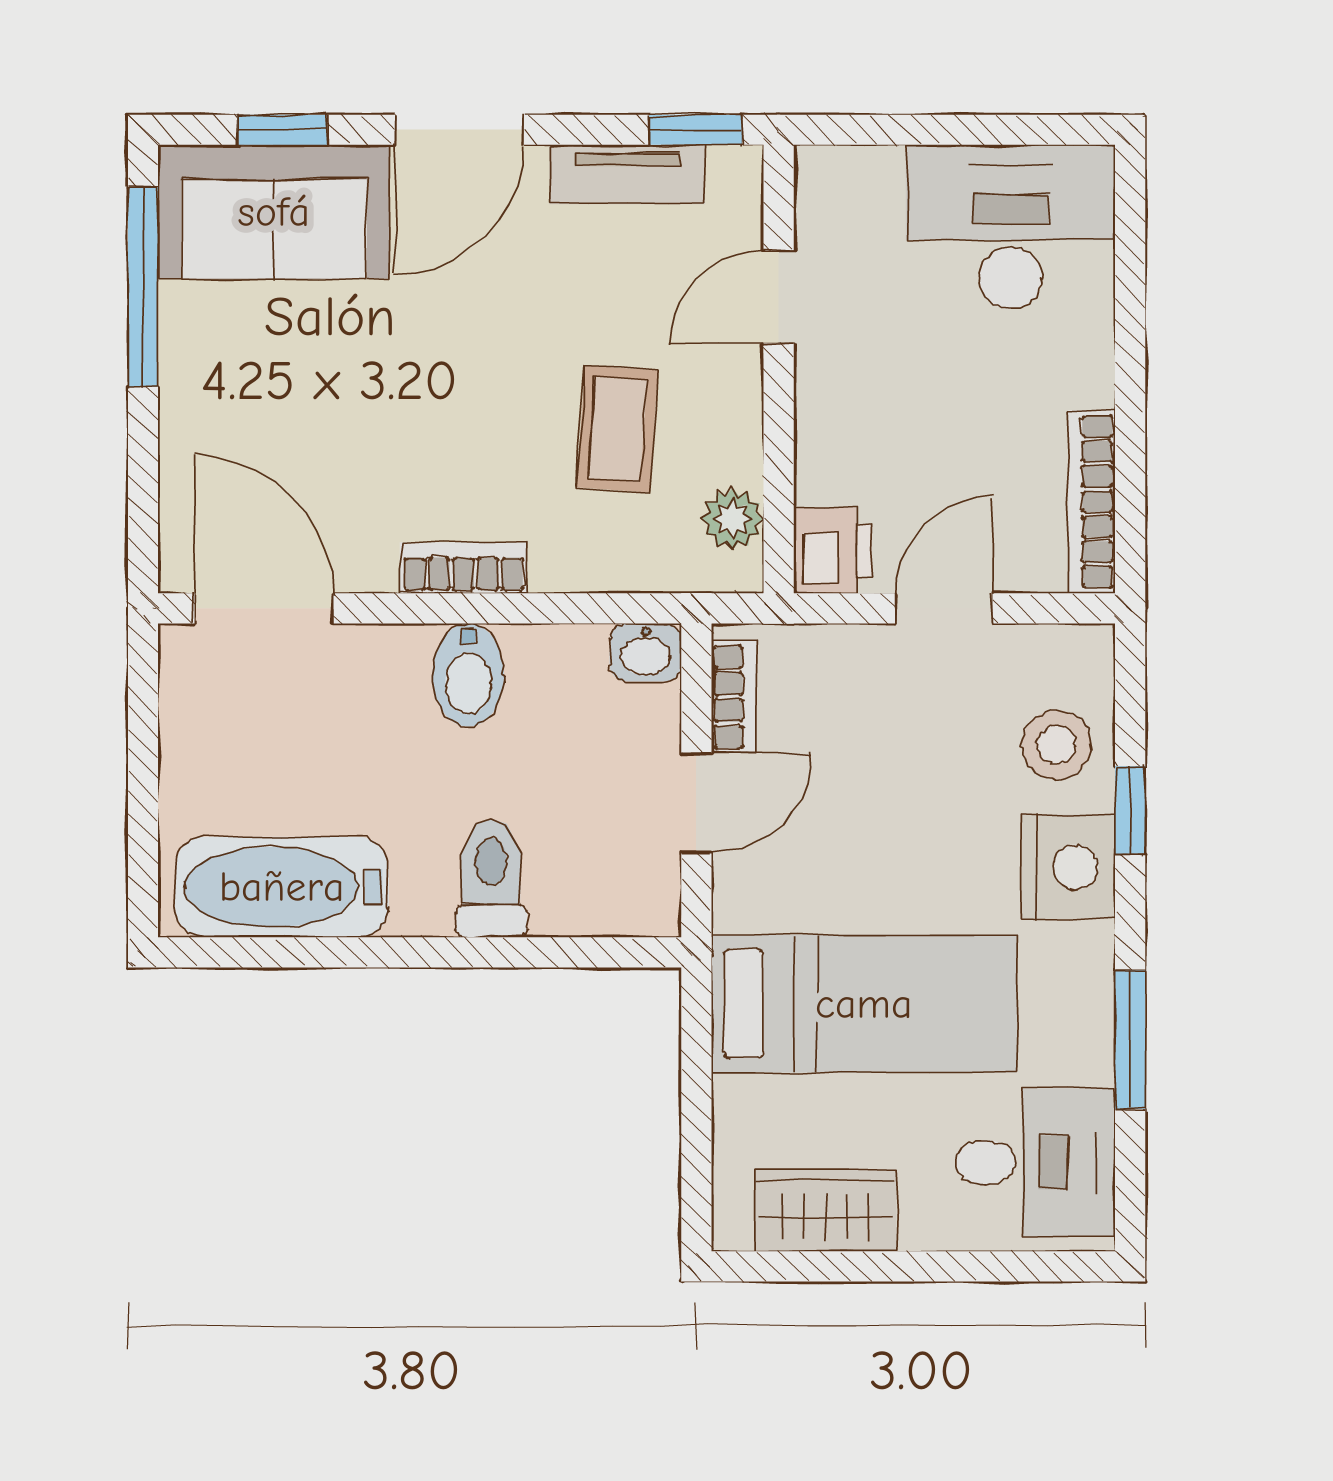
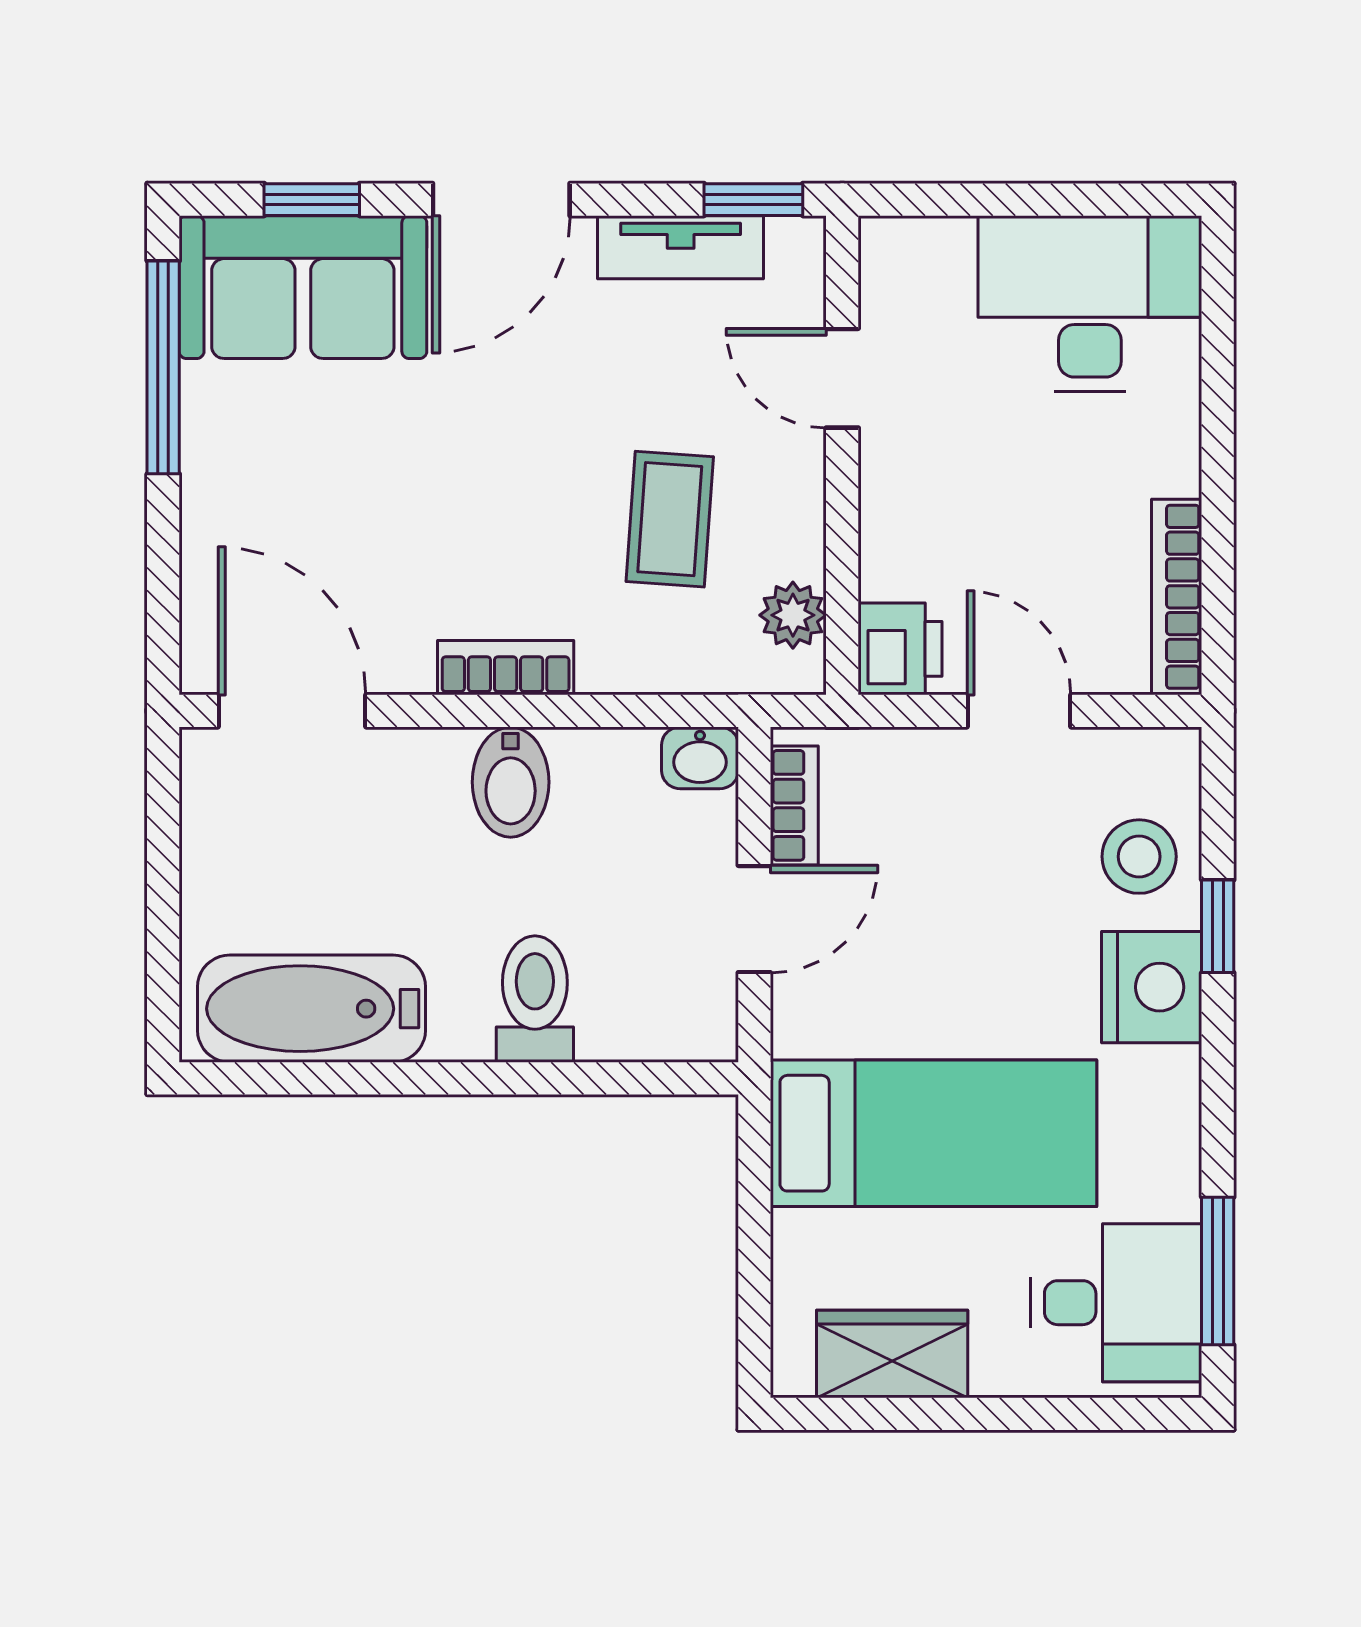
door: (779, 297) -> (842, 378), hinge flipped
door: (944, 608) -> (1019, 711), hinge flipped
window: (1130, 1040) -> (1218, 1271), moved

